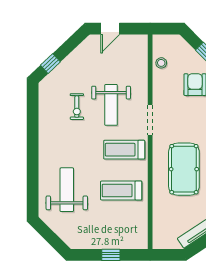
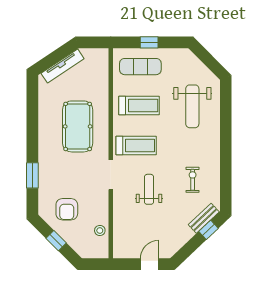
bench: (55, 75) -> (204, 218), added
weight bench: (111, 105) -> (149, 189), width x0.73, depth x0.75
exercise bike: (77, 107) -> (193, 180), moved
exercise mat: (120, 230) -> (140, 67), added

